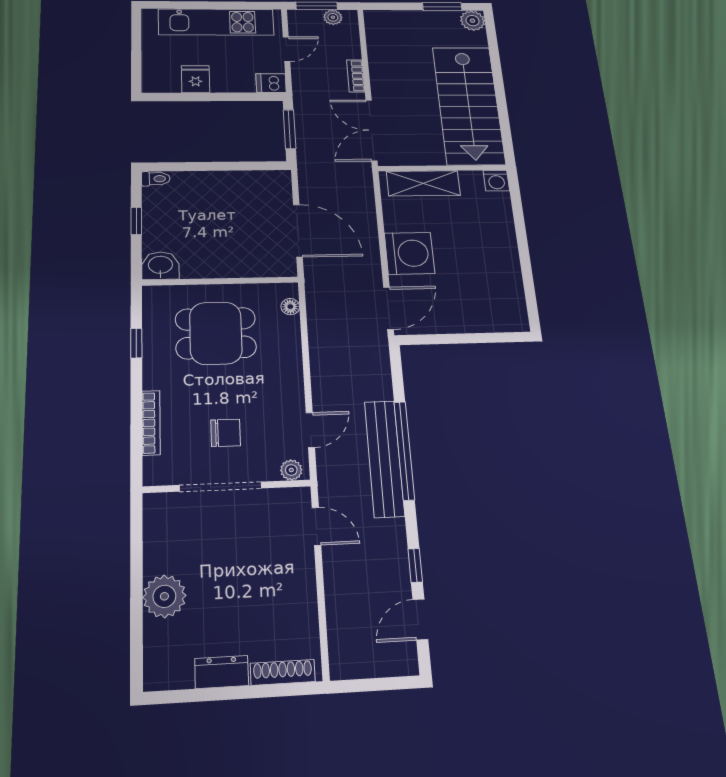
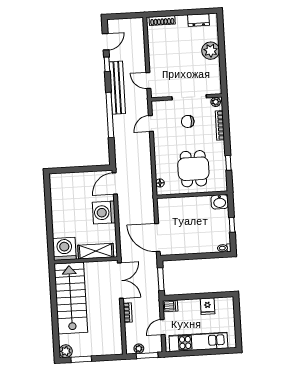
washing machine: (496, 181) -> (64, 249), width x1.89, depth x1.89
door: (298, 231) -> (157, 238), moved
dining table: (216, 333) -> (193, 169), turned 90
bench: (384, 458) -> (117, 88), moved
plant: (291, 470) -> (216, 102), moved
dresser: (222, 672) -> (198, 20), moved

